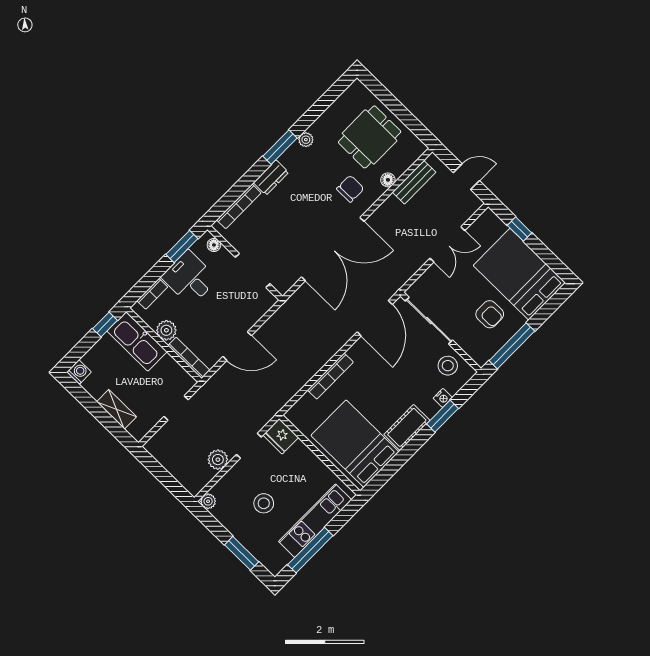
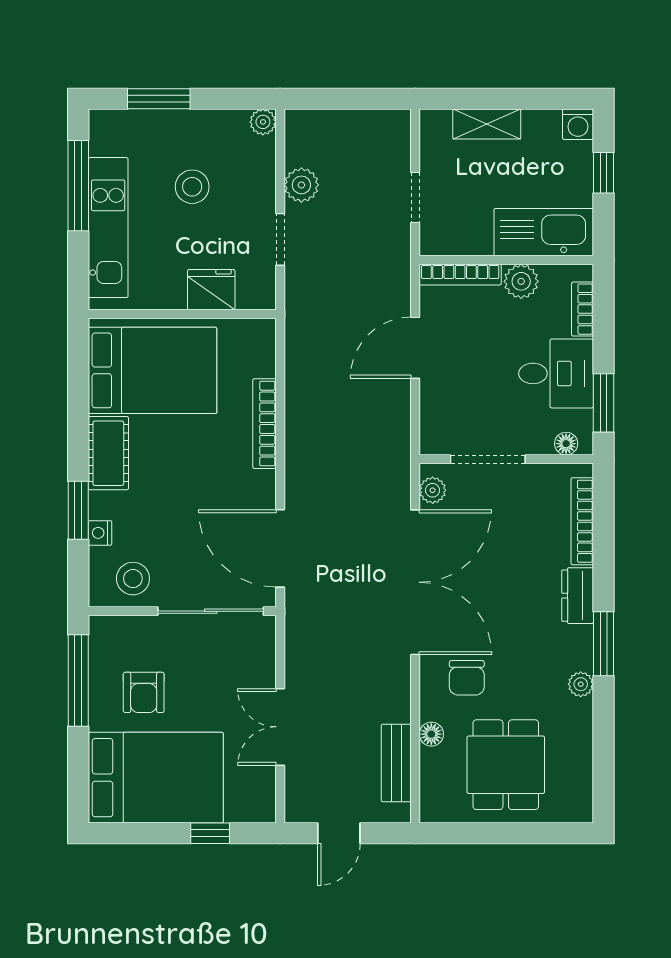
double door: (333, 249) -> (415, 582), swing flipped
plant: (288, 280) -> (433, 490), added
armchair: (490, 314) -> (144, 692), turned -90
window: (105, 324) -> (604, 173), moved
fridge: (281, 436) -> (211, 290), moved

